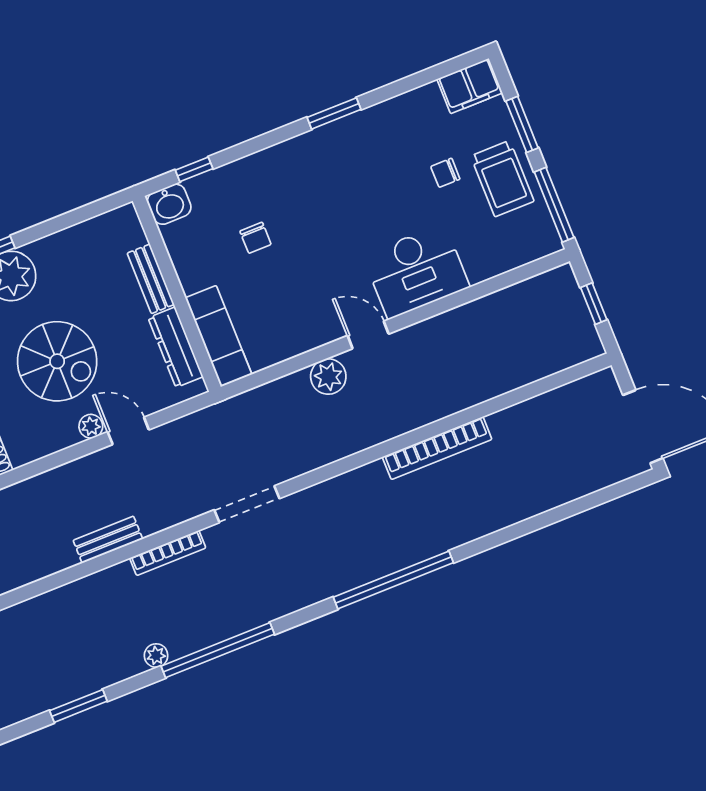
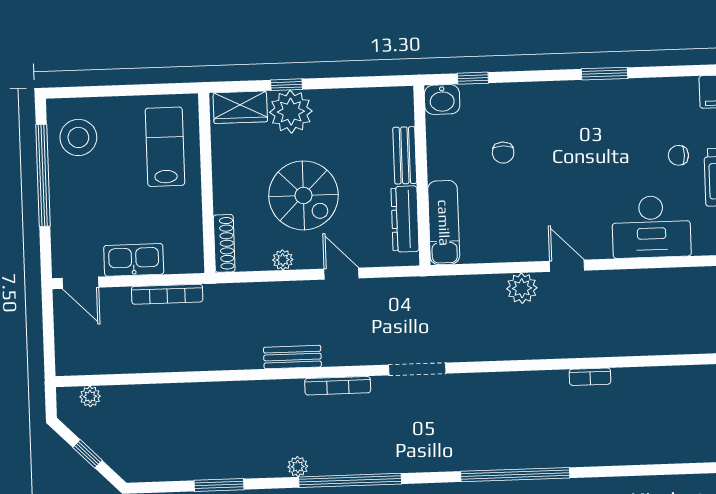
desk: (416, 271) -> (651, 227), moved
plant: (91, 426) -> (283, 260), moved
bookcase: (437, 448) -> (590, 377), width x0.43, depth x0.76

